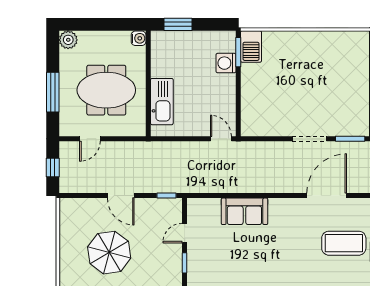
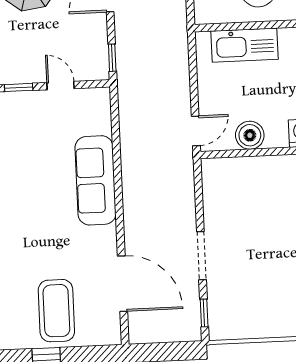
boiler: (226, 101) -> (250, 135), added
window: (350, 139) -> (204, 313), width x0.67
sofa: (244, 211) -> (96, 180), width x1.36

